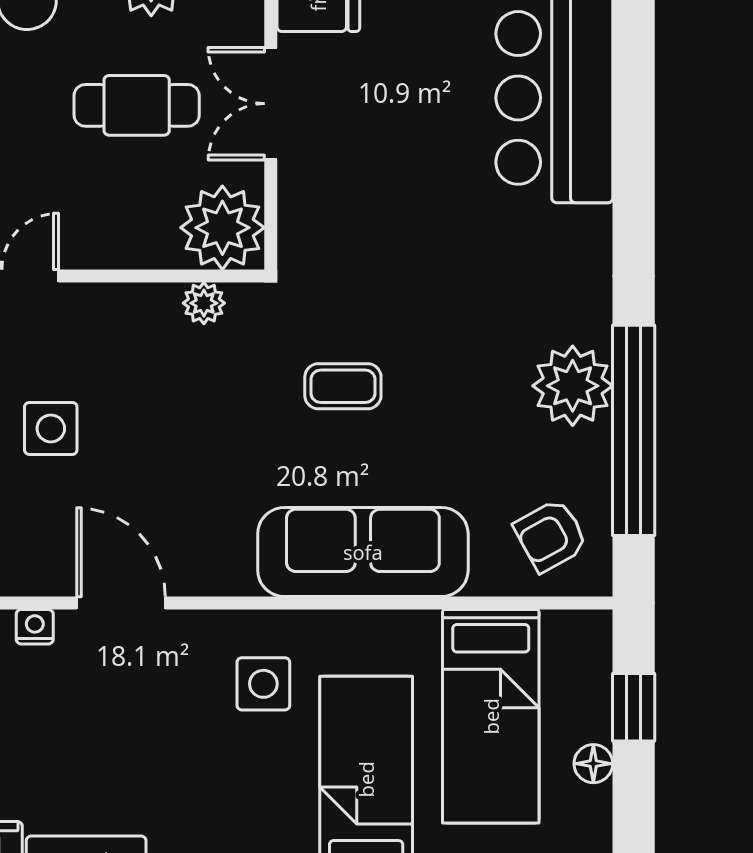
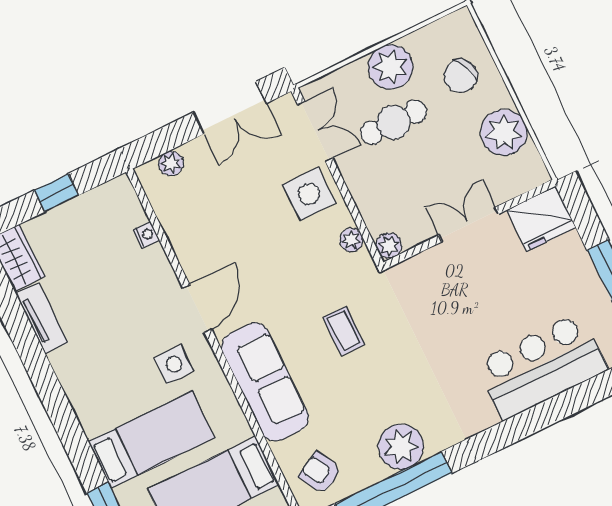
cafe table: (137, 105) -> (393, 122), moved, turned 90
plant: (222, 228) -> (389, 246), width x0.53, depth x0.53
side table: (51, 428) -> (309, 194), moved, width x1.37, depth x1.37
door: (121, 603) -> (197, 309), moved

